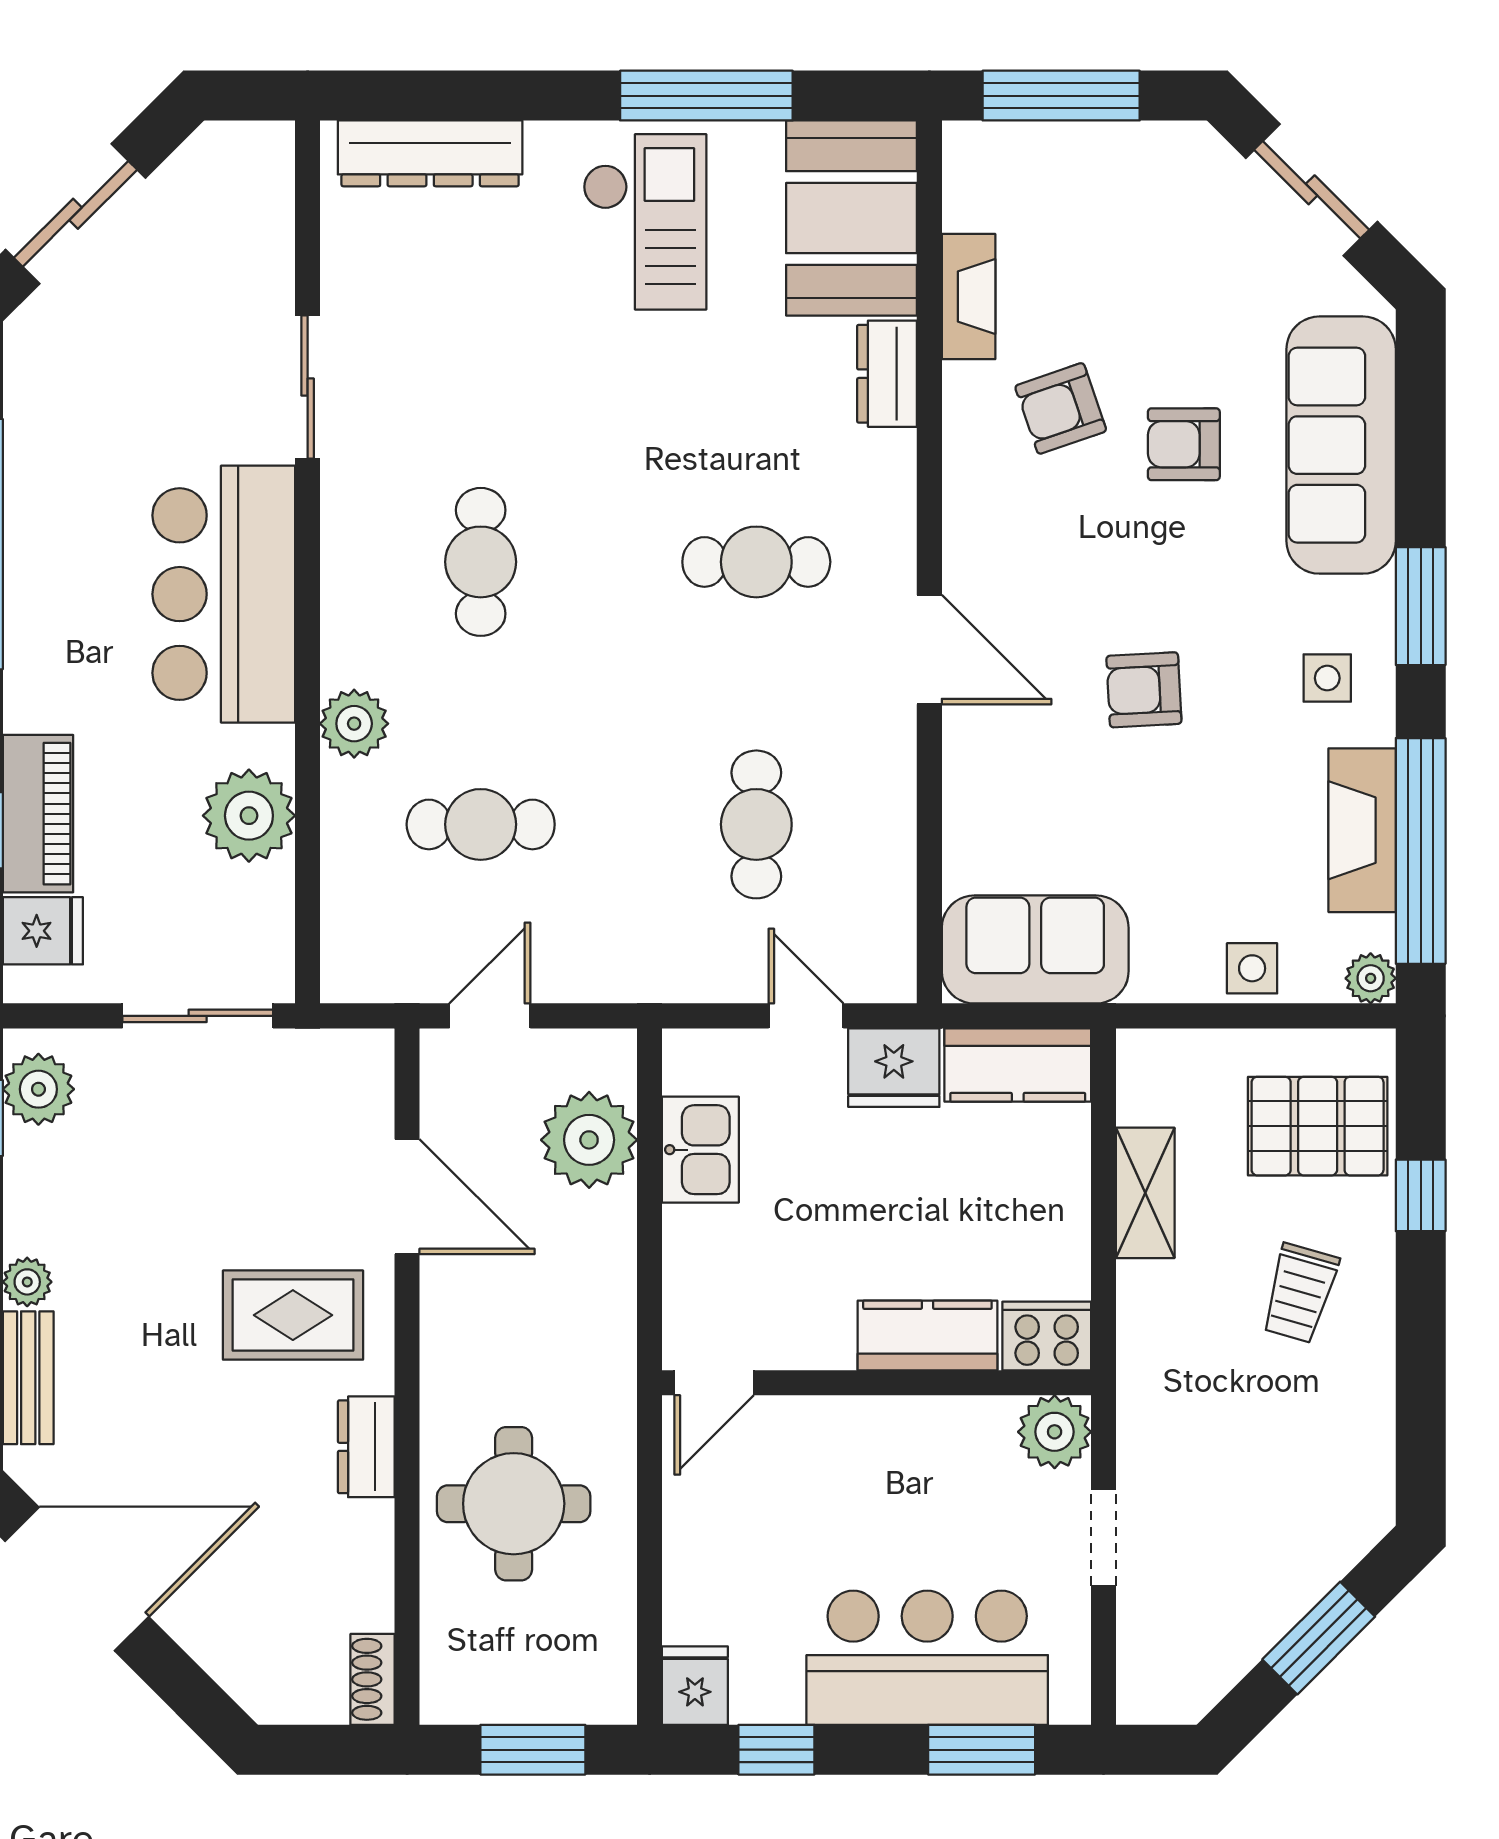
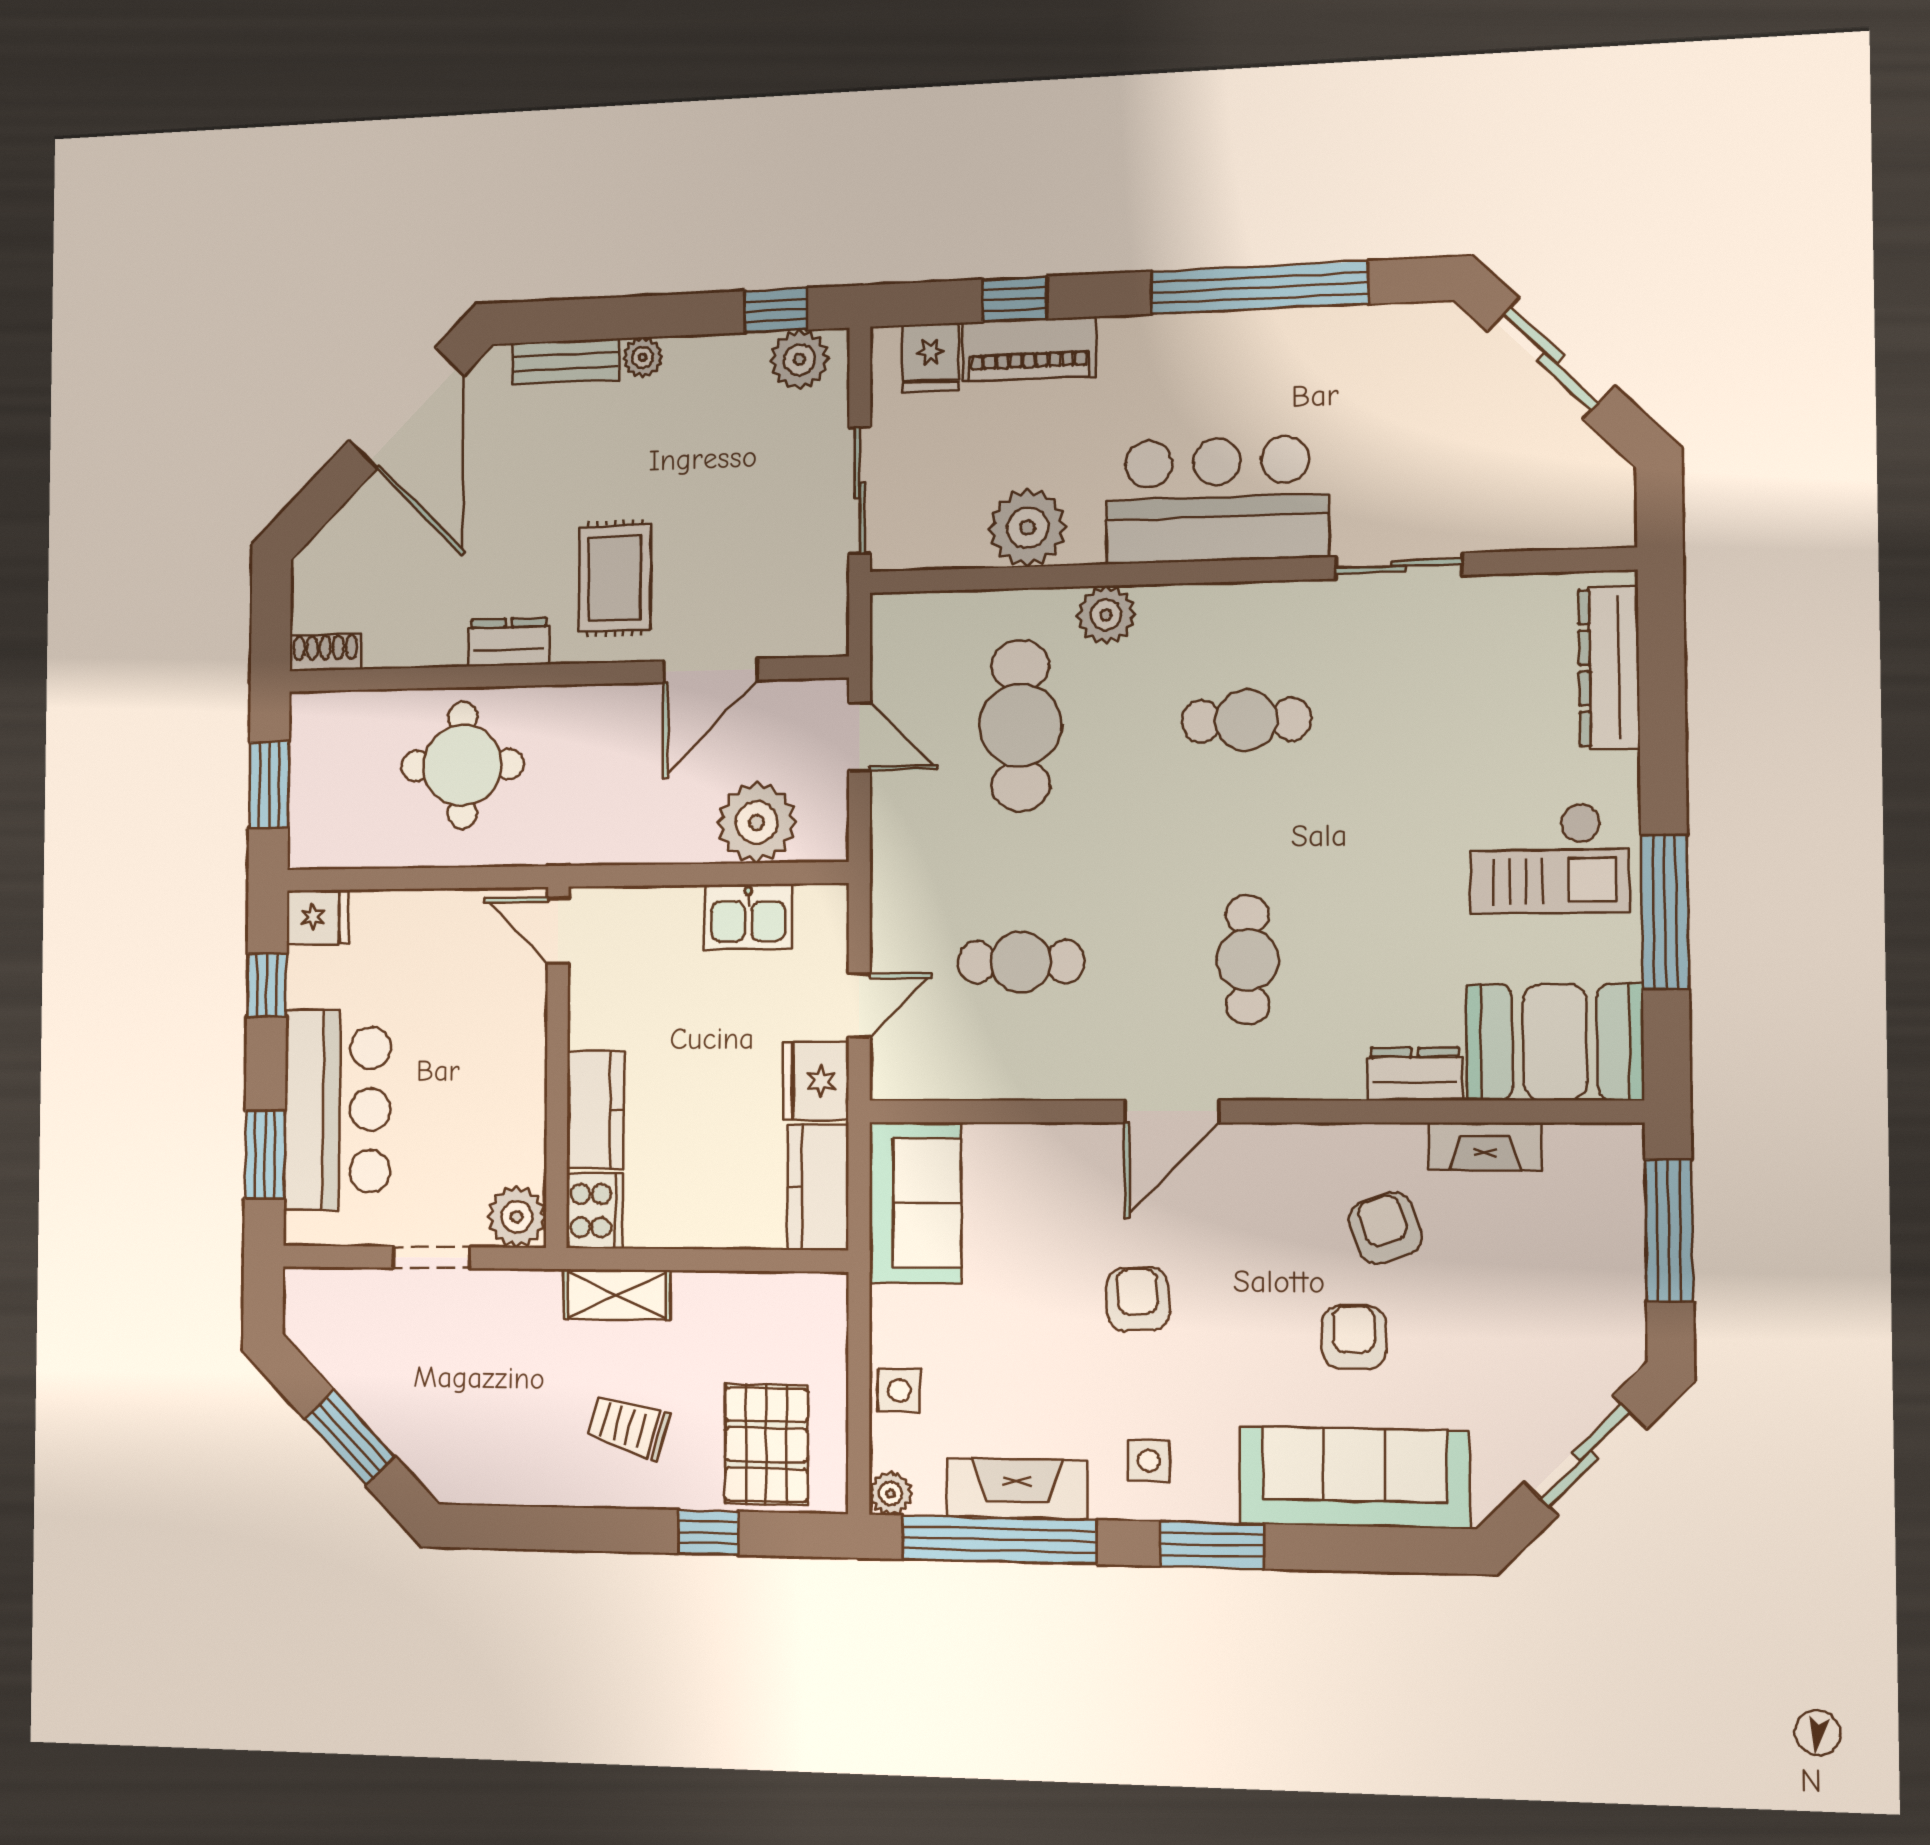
cafe table: (481, 824) -> (1020, 725), width x1.37, depth x1.35
shelving: (1145, 1193) -> (617, 1295), moved

